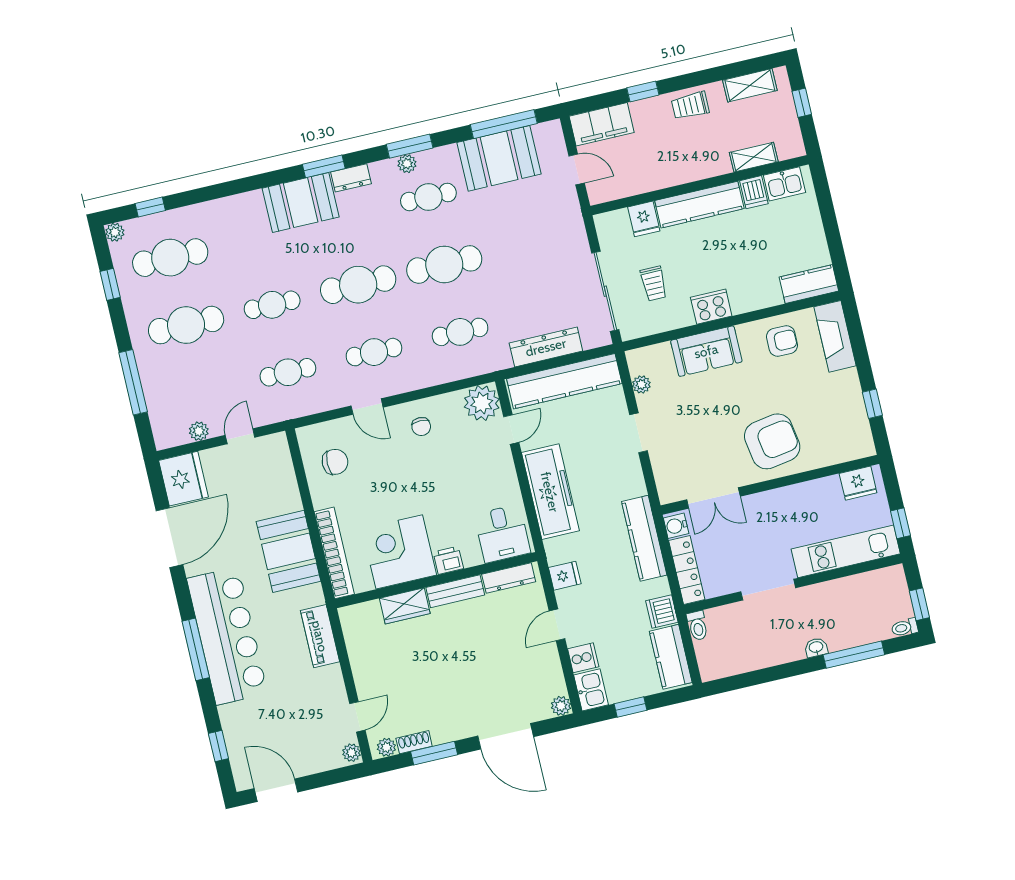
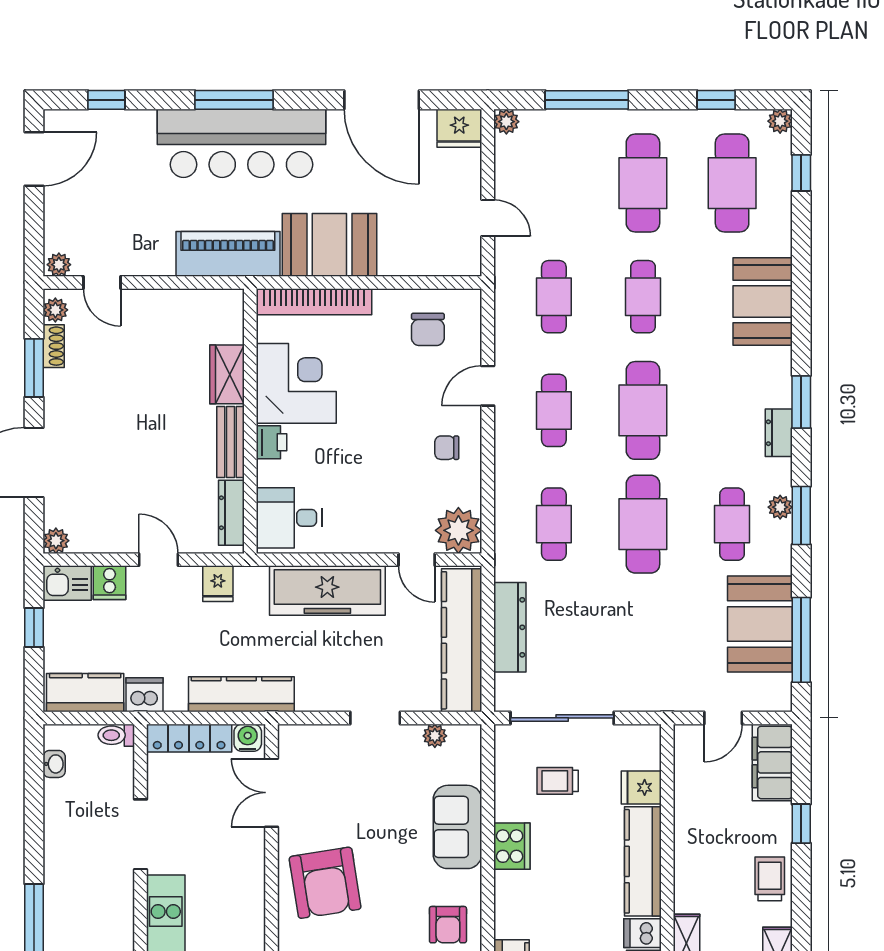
booth: (301, 203) -> (763, 302), moved
plant: (199, 431) -> (506, 122), moved
fridge: (183, 479) -> (459, 128), width x0.73, depth x0.75
piano: (320, 636) -> (228, 254), width x1.37, depth x1.33
washbasin: (816, 647) -> (54, 764), moved

